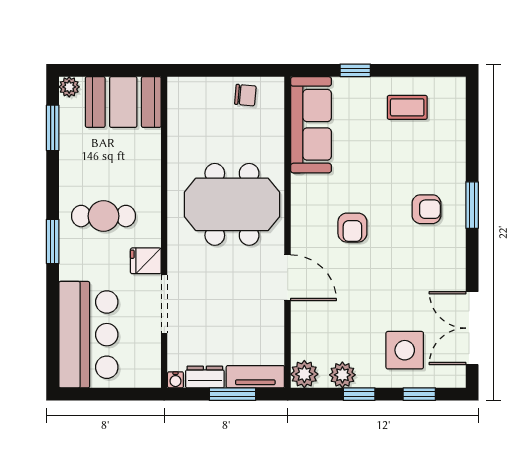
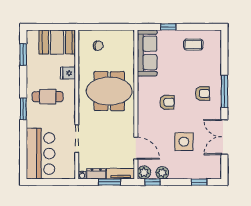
plant: (69, 87) -> (31, 35), removed
chair: (245, 95) -> (98, 46), moved
window: (472, 205) -> (224, 91), width x1.44
armchair: (352, 228) -> (167, 102), turned -90
fridge: (146, 261) -> (68, 73), moved
door: (288, 278) -> (136, 148), moved
double door: (472, 328) -> (224, 137), moved
side table: (405, 350) -> (184, 142), moved
window: (359, 394) -> (153, 182), moved

